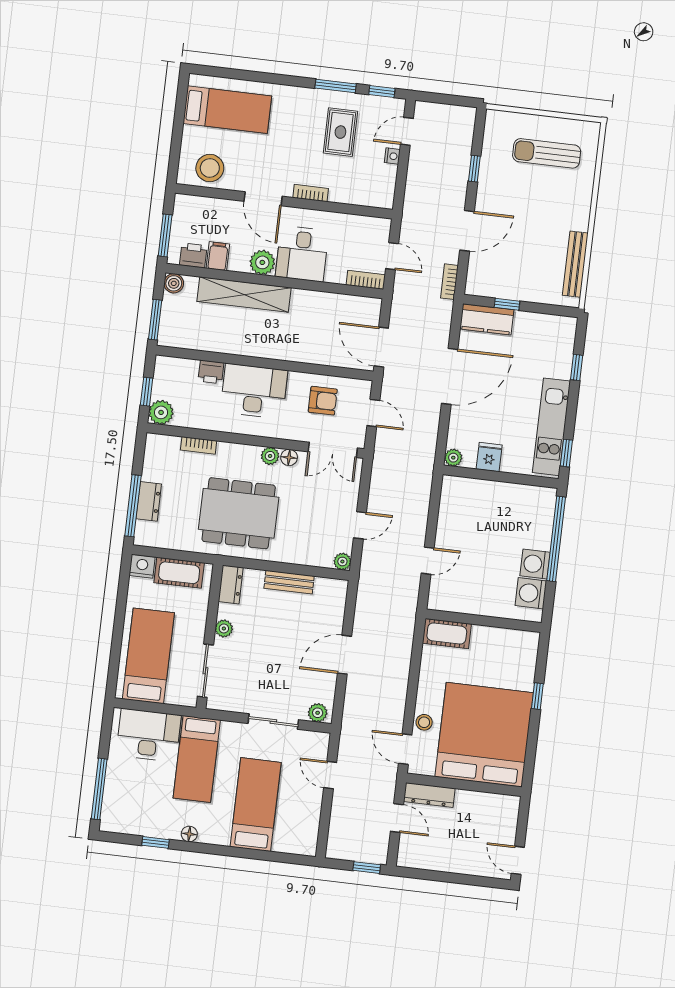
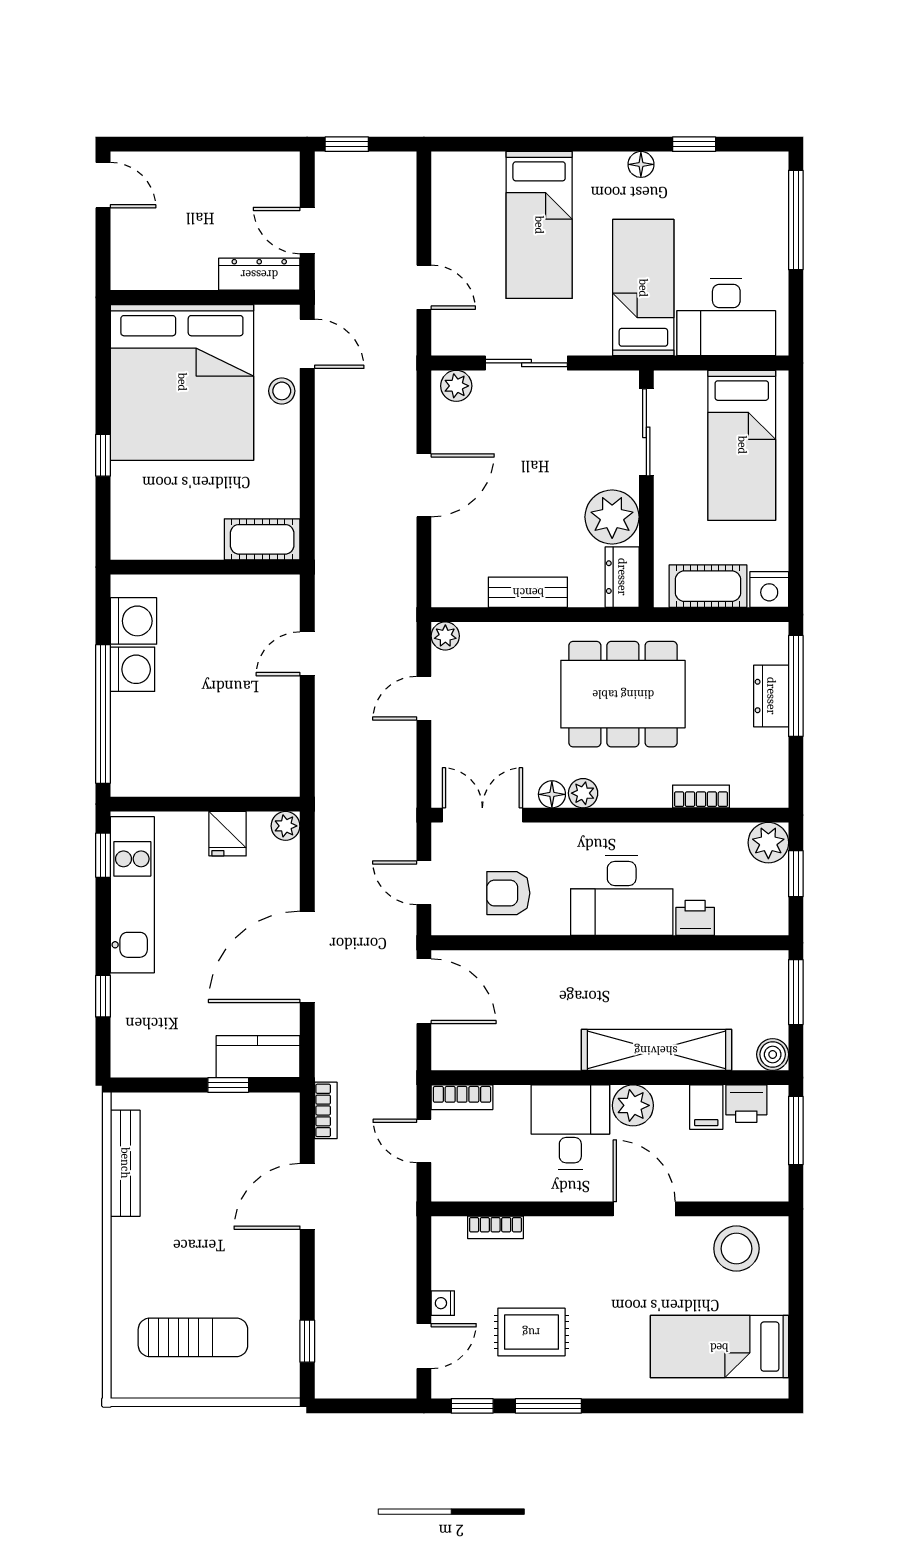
rug: (340, 132) -> (531, 1332), turned 90
window: (474, 169) -> (307, 1341), moved
bookcase: (311, 193) -> (496, 1227), moved
plant: (224, 628) -> (612, 517), width x1.88, depth x1.88

